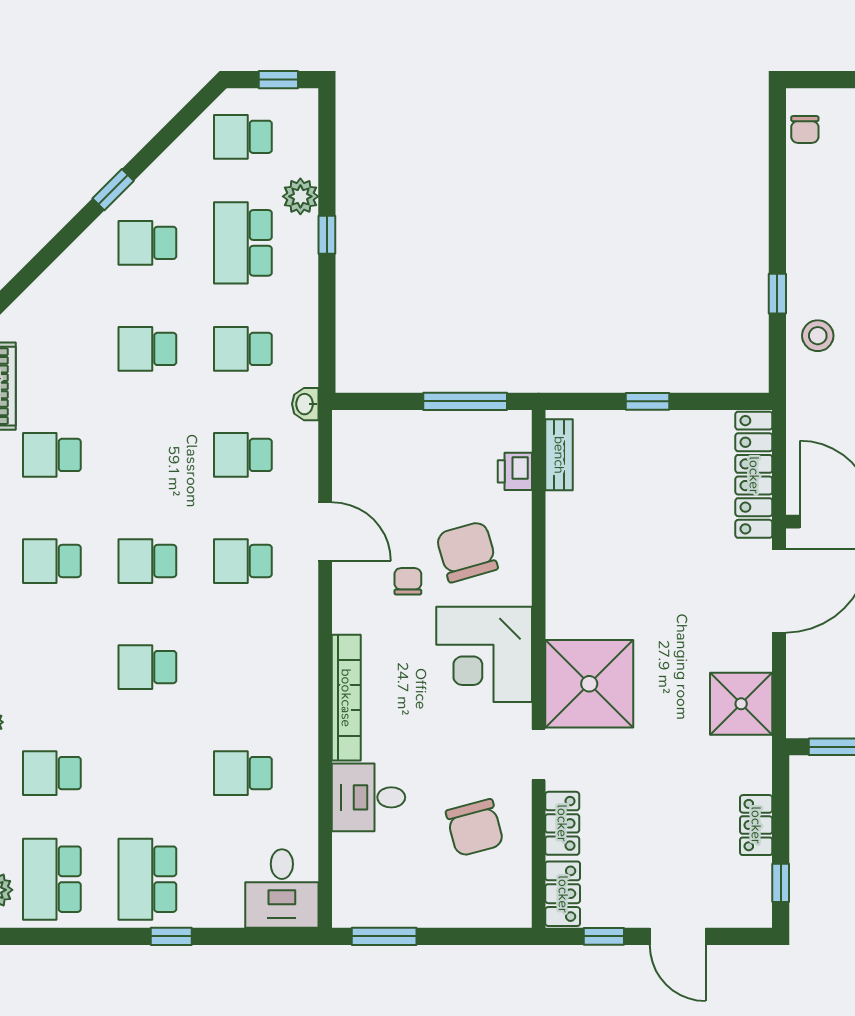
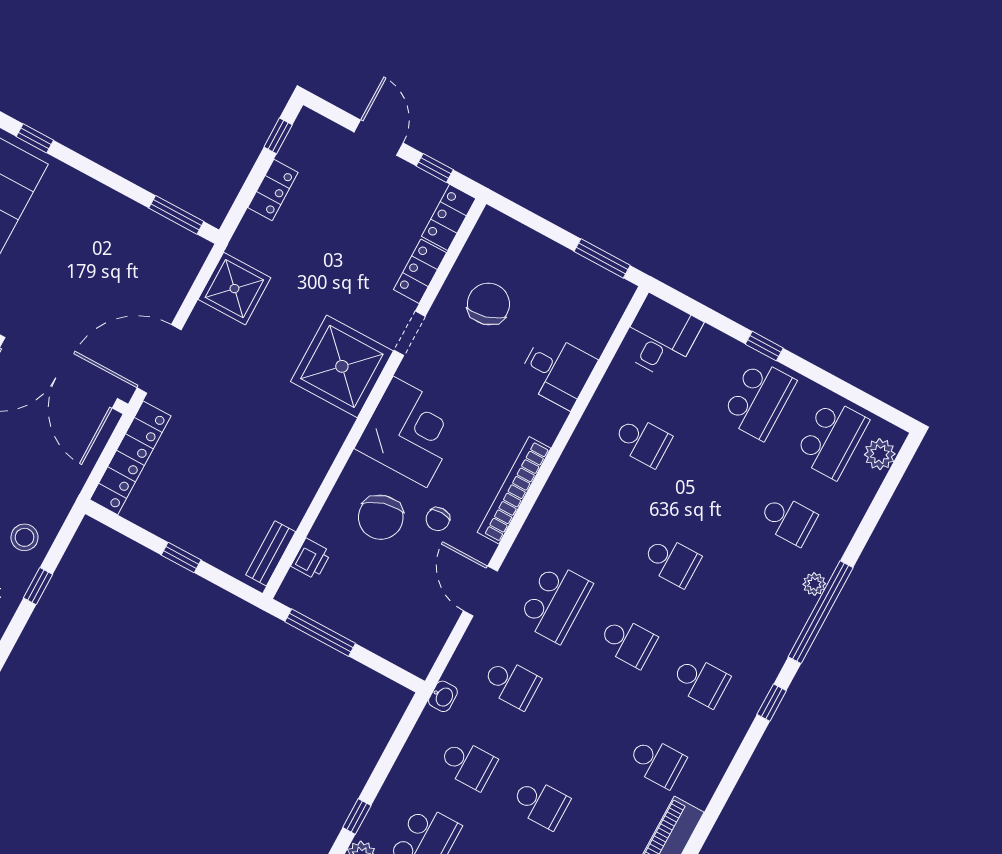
school desk: (243, 561) -> (555, 602), width x1.85
bookcase: (346, 698) -> (514, 490), moved

